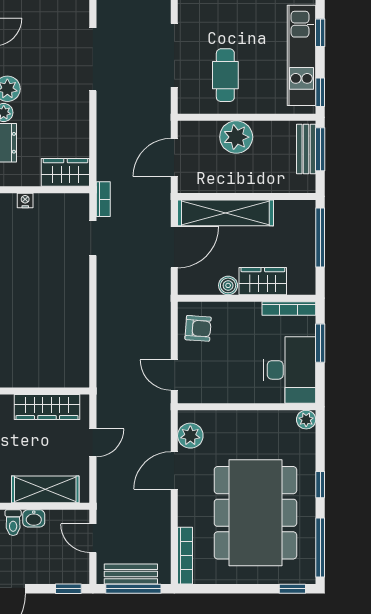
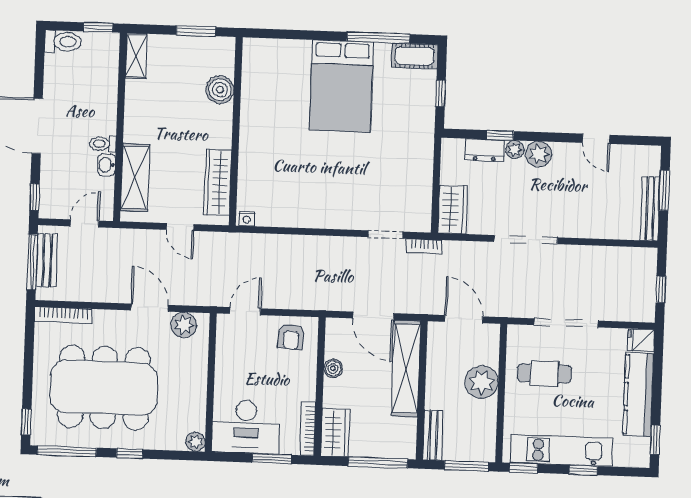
doorway: (93, 59) -> (526, 240), moved
bench: (306, 149) -> (433, 435), moved, turned 90
nightstand: (25, 200) -> (247, 219), moved, turned 90
wardrobe: (263, 281) -> (335, 433), moved

